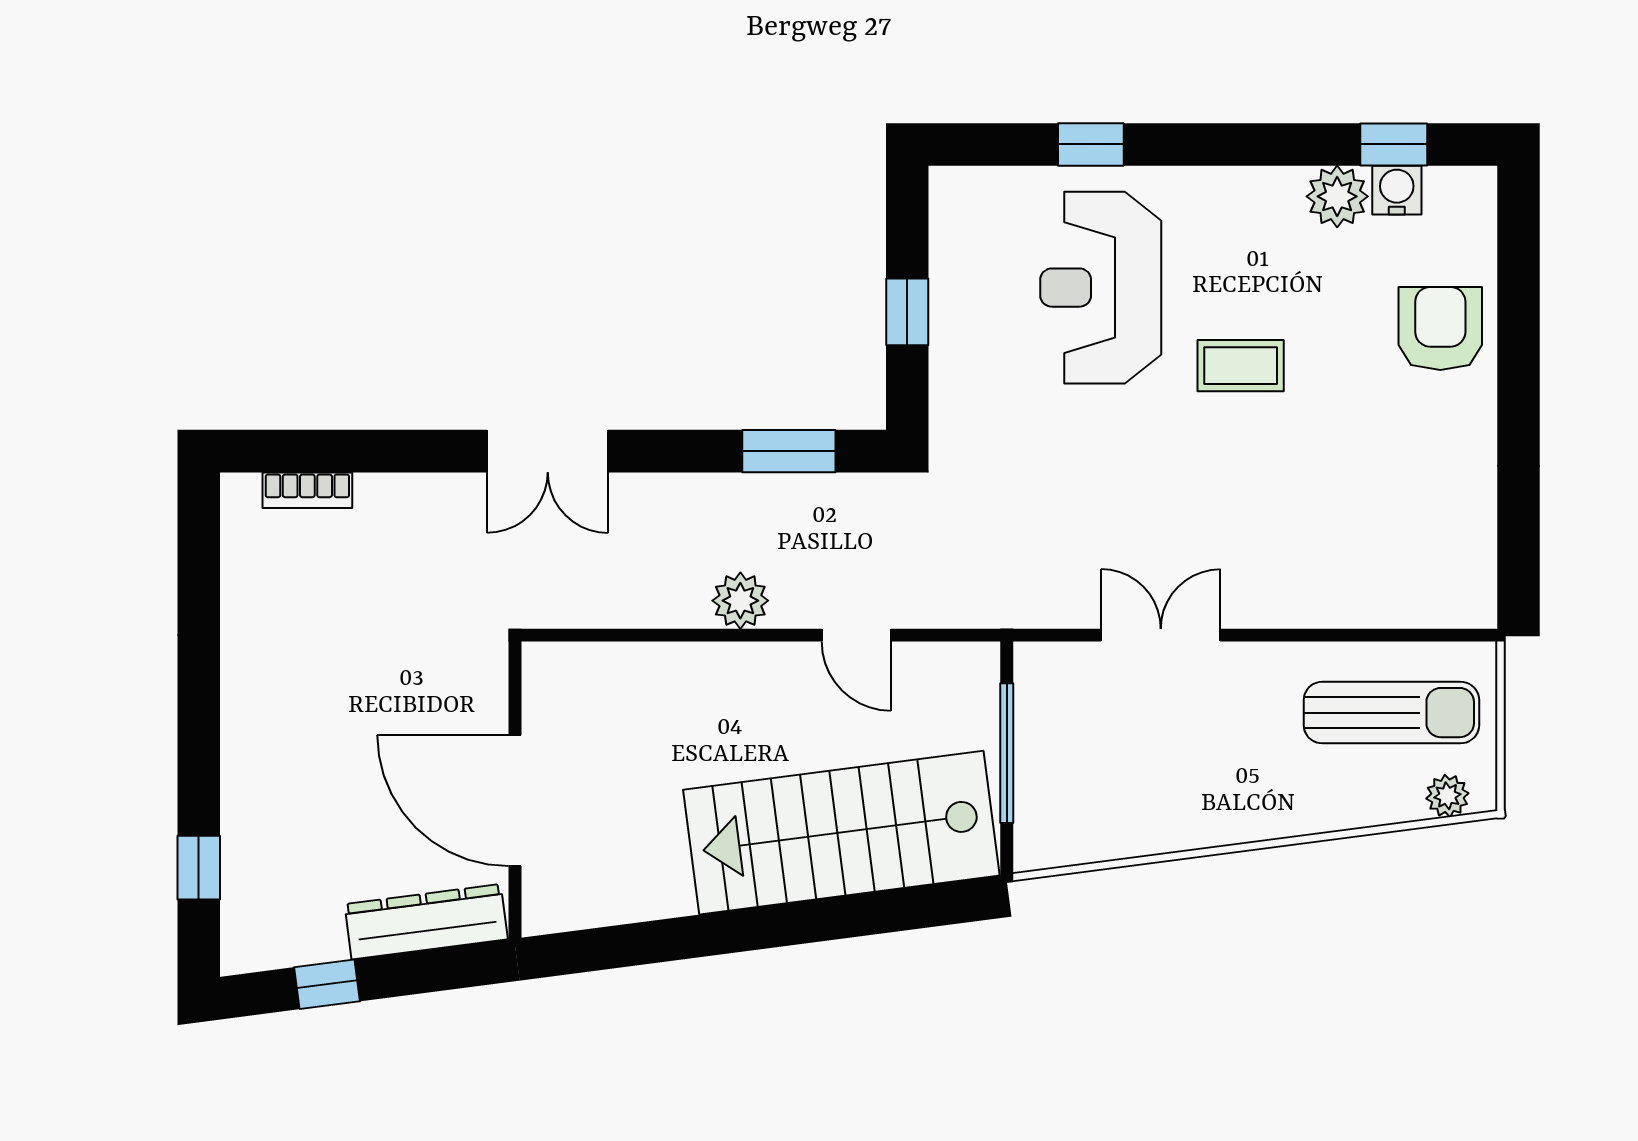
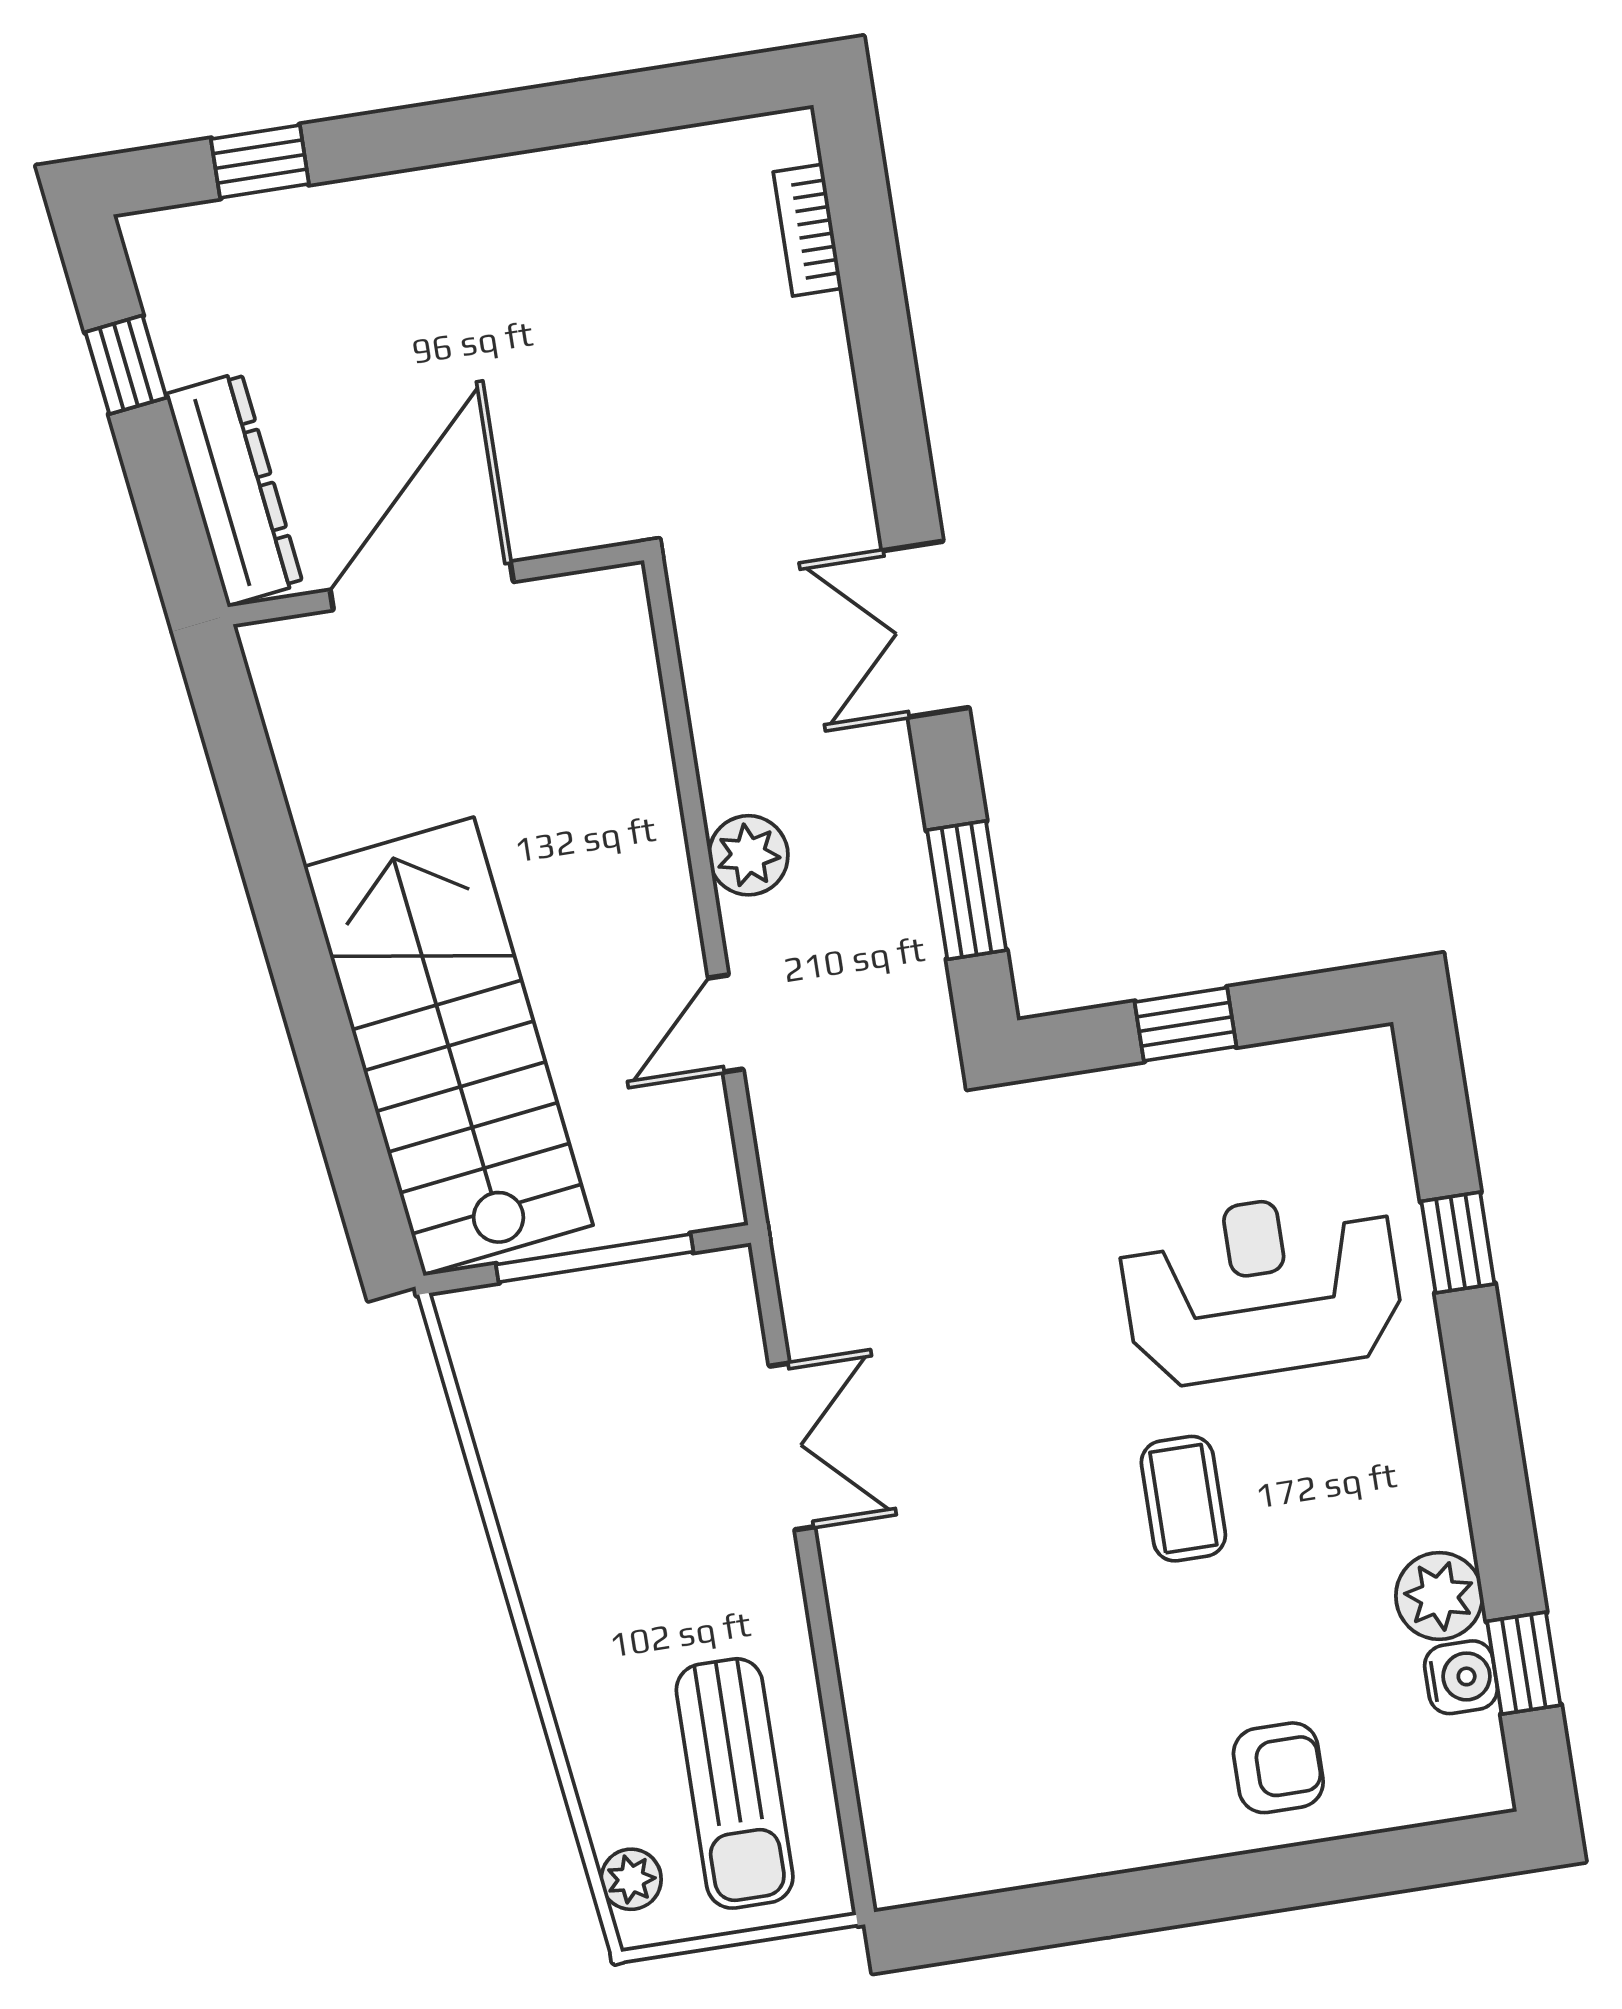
armchair: (1440, 329) -> (1278, 1768), width x0.72, depth x0.72
double door: (548, 451) -> (926, 629), moved

